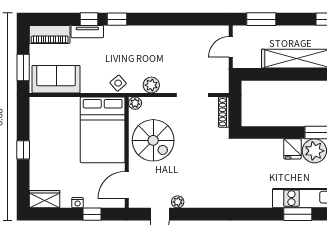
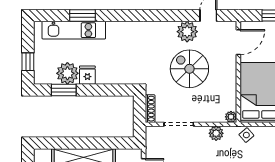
spiral stairs: (153, 140) -> (189, 69), moved
plant: (178, 202) -> (187, 32), width x1.87, depth x1.87

